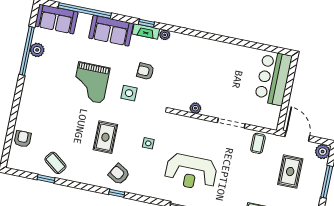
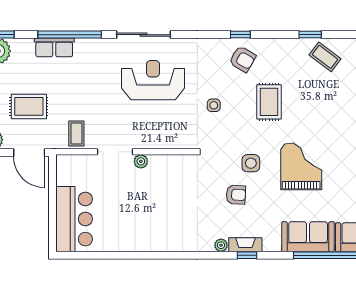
sofa: (111, 31) -> (308, 237), moved
plant: (195, 108) -> (141, 161), moved
rug: (290, 172) -> (29, 106), turned 90
window: (46, 179) -> (310, 35), moved

